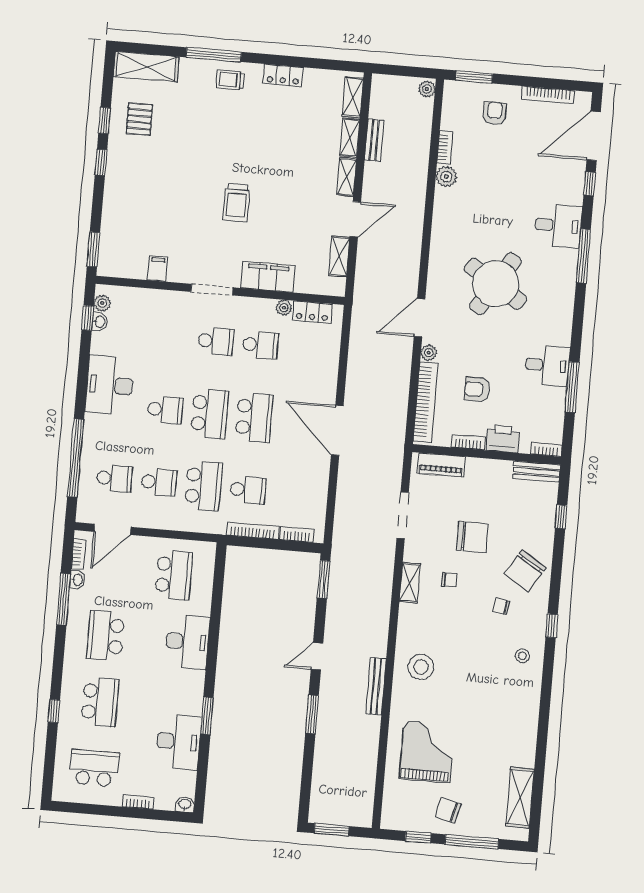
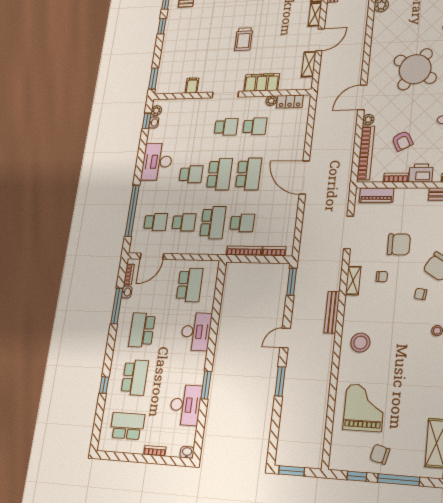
armchair: (477, 389) -> (402, 141), turned -117
bench: (376, 686) -> (332, 312), moved

